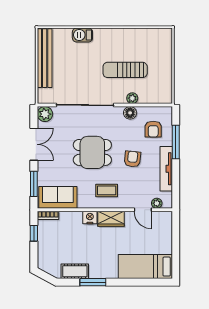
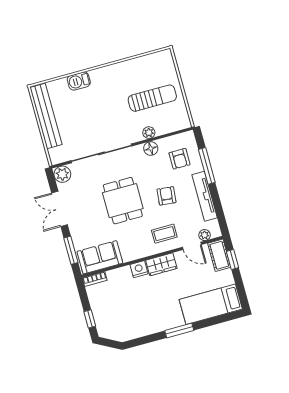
sun lounger: (125, 70) -> (152, 98), moved, turned 180
double door: (34, 144) -> (60, 209), swing flipped
dining table: (92, 152) -> (123, 201), turned 90
coffee table: (107, 190) -> (164, 234), moved
window: (176, 232) -> (233, 259), added
window: (34, 233) -> (90, 319), moved
cot: (75, 271) -> (219, 255), moved, turned 90
window: (93, 282) -> (179, 330), moved

